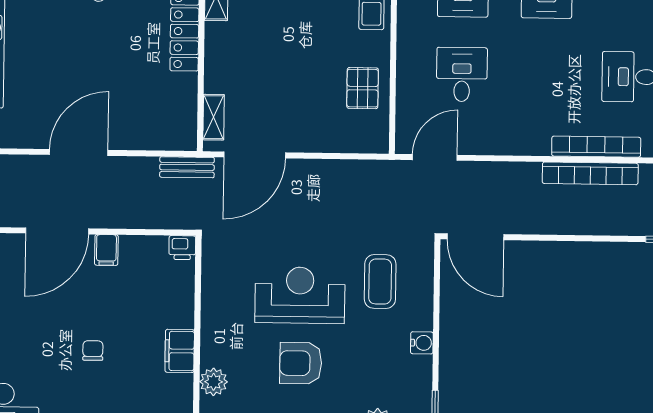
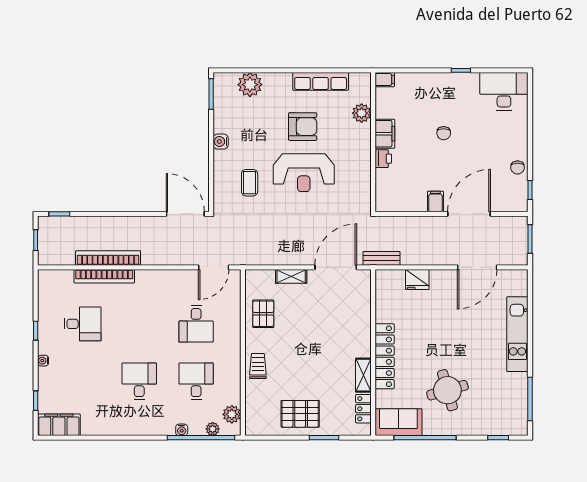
shelving: (214, 117) -> (291, 276), moved, turned 90
fridge: (135, 135) -> (417, 279), added
door: (79, 152) -> (477, 267), moved
printer: (182, 248) -> (383, 159), moved, turned 90
coffee table: (380, 282) -> (250, 183), width x0.73, depth x0.77

